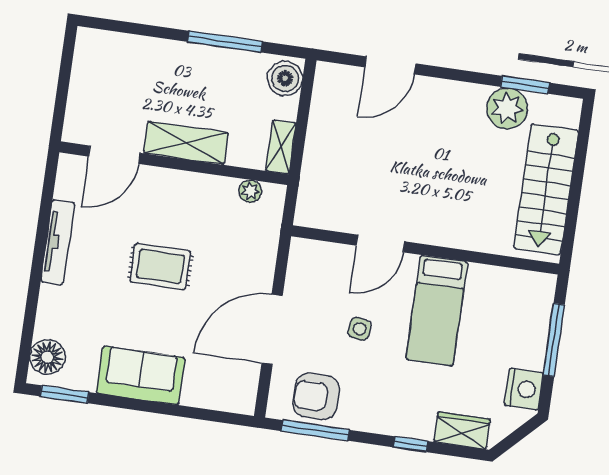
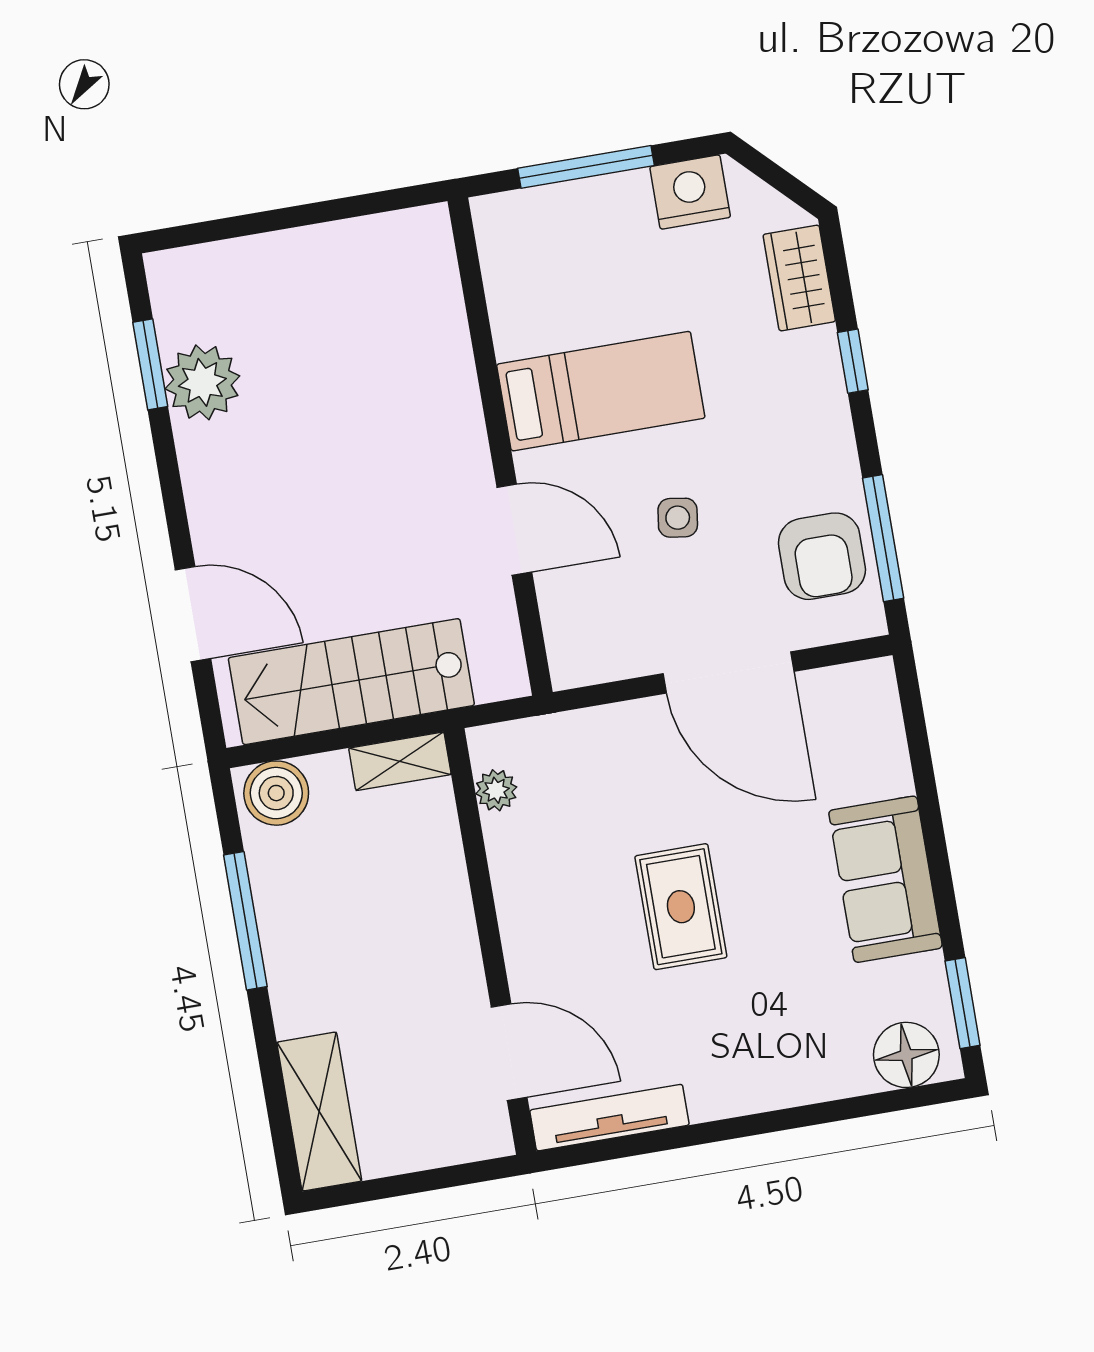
shelving: (186, 143) -> (319, 1112), moved
stairs: (546, 189) -> (351, 682), moved, turned 180
tv unit: (58, 242) -> (609, 1118), moved

